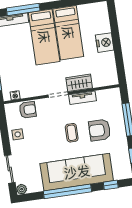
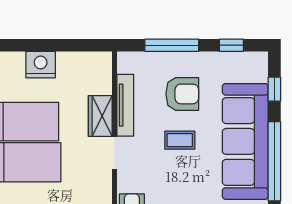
tv unit: (82, 98) -> (125, 105), width x1.41
armchair: (100, 130) -> (182, 94), turned -90

